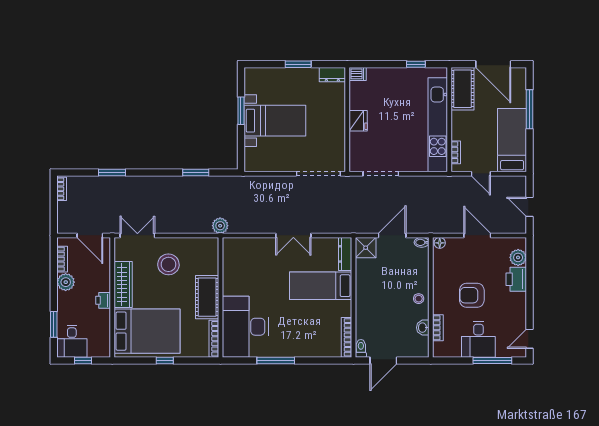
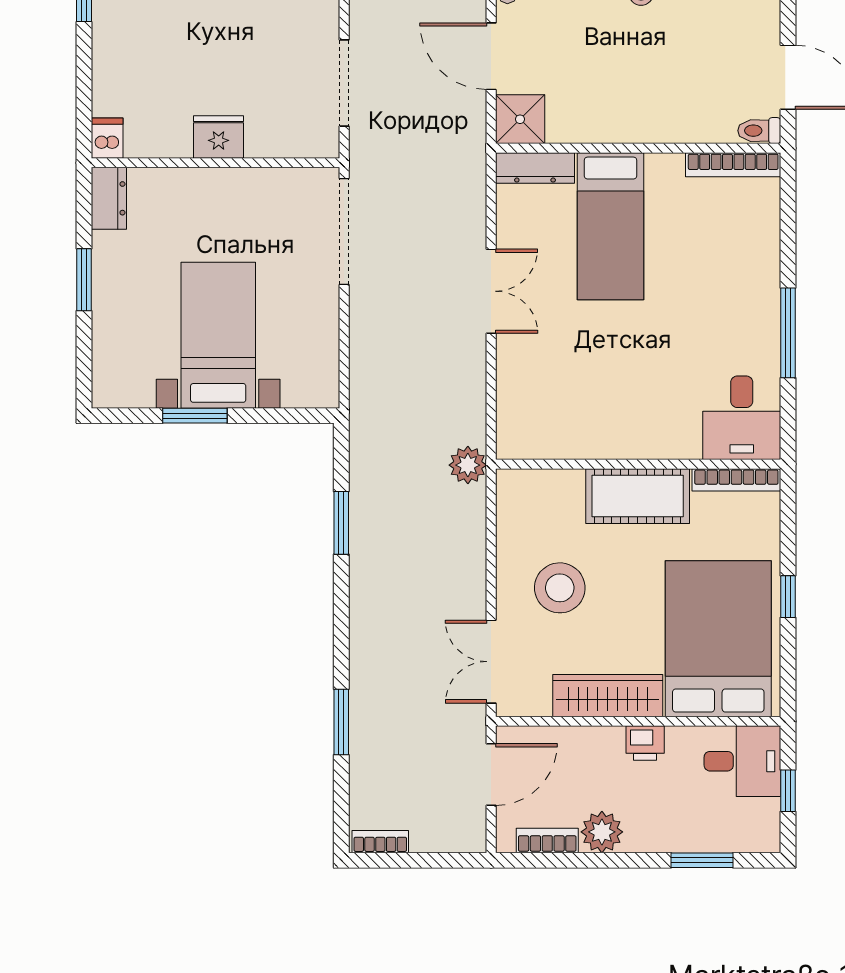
desk: (245, 327) -> (742, 418), width x0.53, depth x0.77
desk: (72, 341) -> (742, 761), moved

